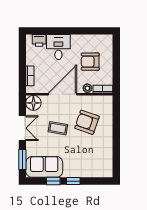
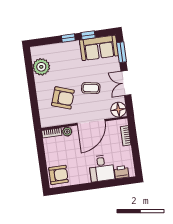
armchair: (90, 62) -> (58, 175), moved
plant: (104, 156) -> (41, 67), added

